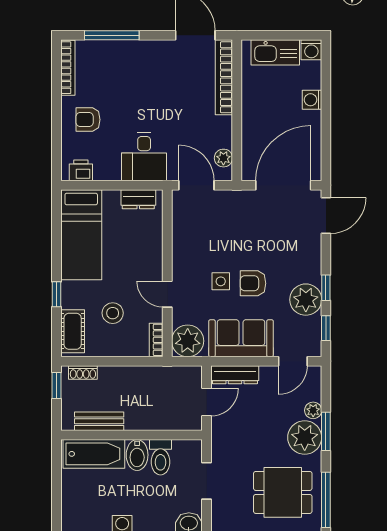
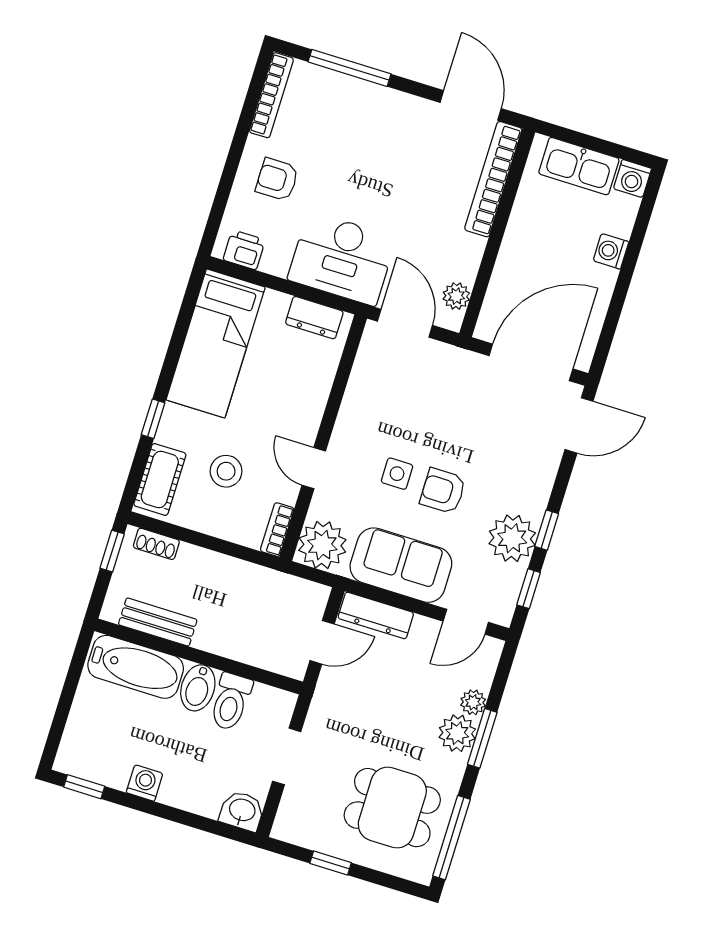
desk: (144, 157) -> (342, 258), width x1.37
plant: (305, 437) -> (457, 733), width x0.73, depth x0.73

